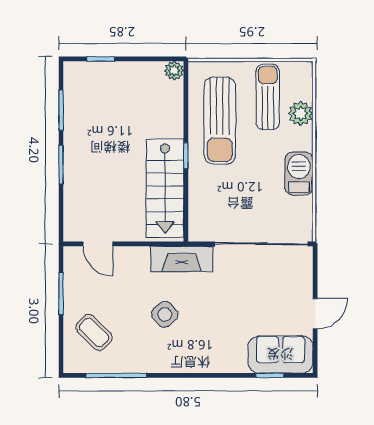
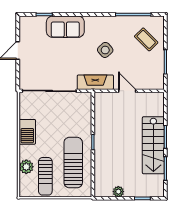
plant: (174, 71) -> (118, 192), moved
stairs: (165, 188) -> (153, 145), moved, turned 180
door: (98, 244) -> (127, 91), moved
sofa: (280, 354) -> (65, 27), moved

